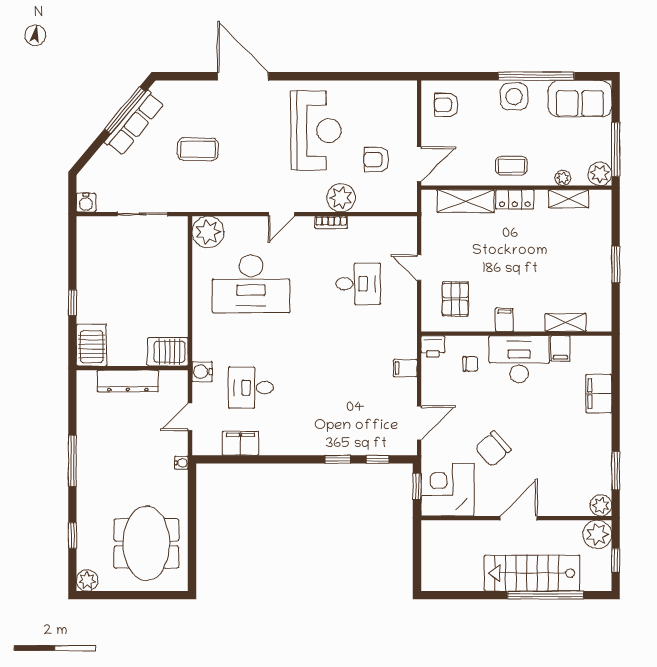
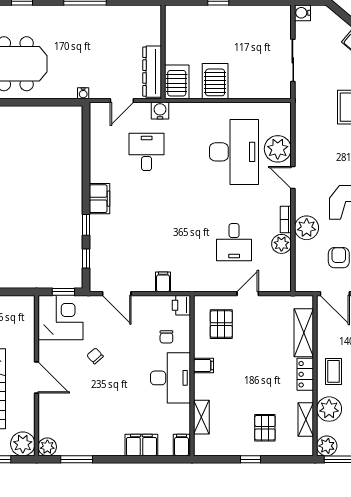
plant: (563, 178) -> (329, 409), width x1.88, depth x1.88
plant: (360, 228) -> (281, 244), added
plant: (208, 232) -> (278, 149), moved
pallet: (578, 247) -> (265, 428), added
window: (616, 264) -> (250, 459), width x0.67
desk: (251, 284) -> (234, 152), turned 180
pallet: (455, 299) -> (221, 324), turned 90
server rack: (92, 345) -> (215, 81), moved, turned -90
filing cabinet: (560, 349) -> (181, 445), moved, turned 90
dresser: (128, 381) -> (152, 72), moved
door: (190, 417) -> (122, 100), swing flipped
filing cabinet: (240, 443) -> (100, 199), moved
chair: (493, 449) -> (95, 356), width x0.54, depth x0.54

